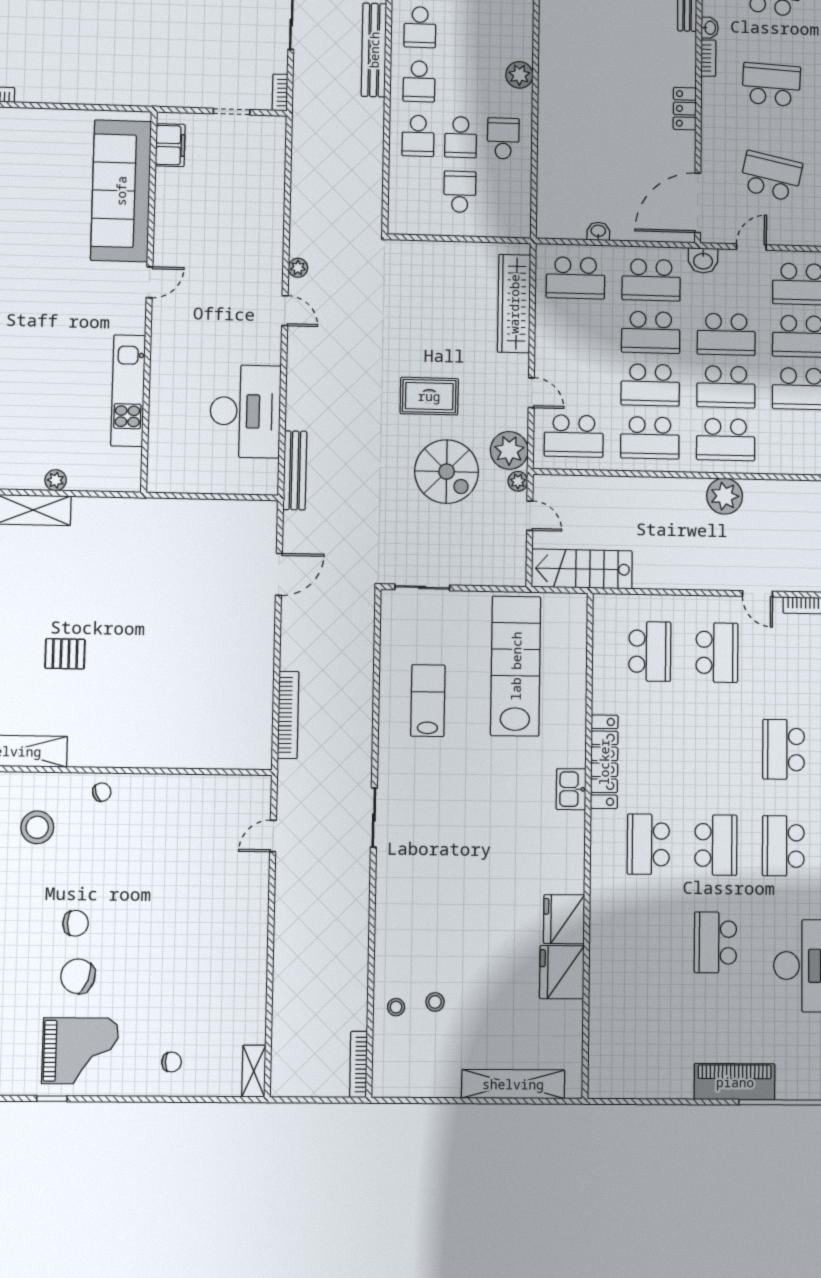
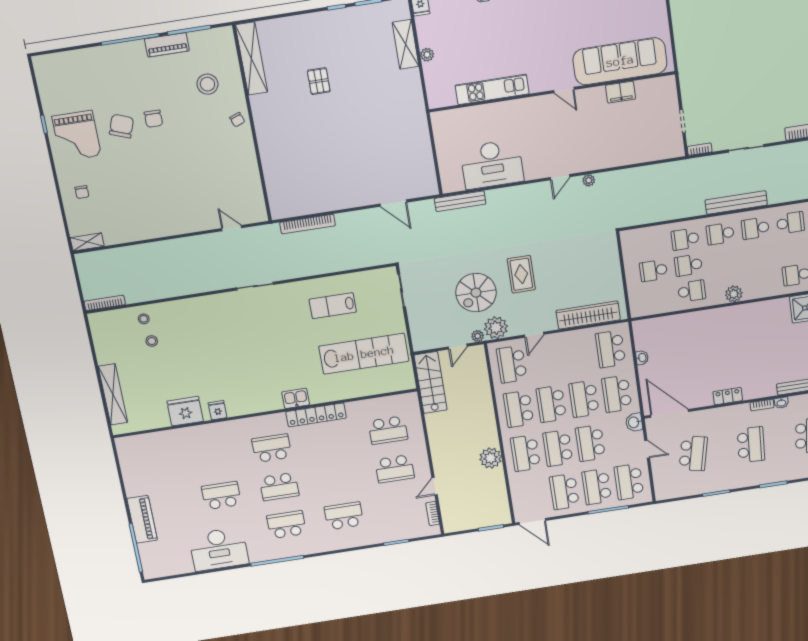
filing cabinet: (170, 145) -> (621, 92), moved
school desk: (460, 192) -> (653, 271), turned 180
lab bench: (428, 701) -> (333, 306), turned 180
fridge: (564, 919) -> (218, 410), width x0.53, depth x0.75

